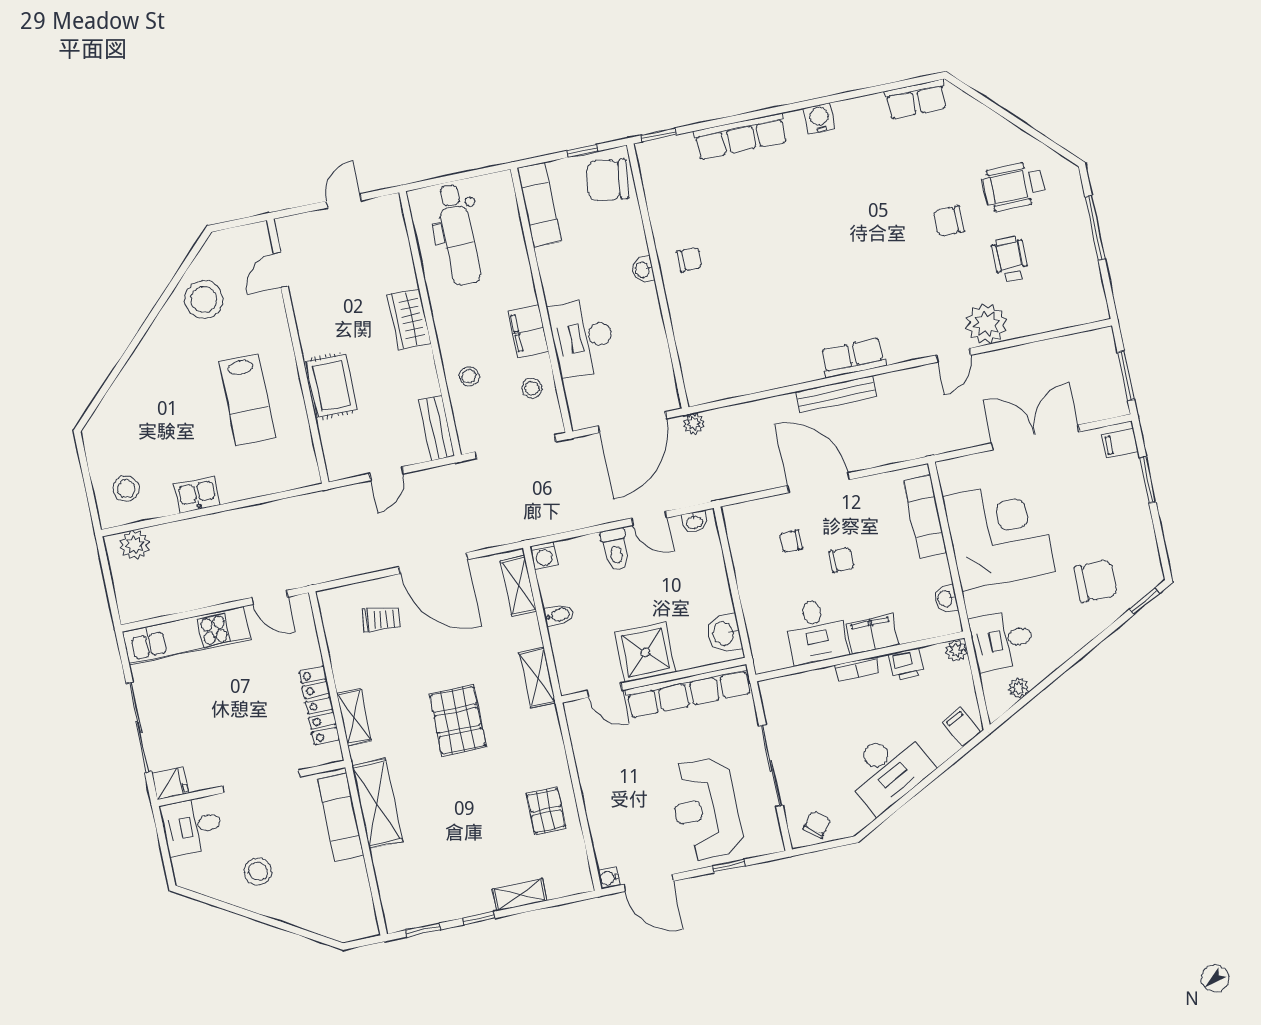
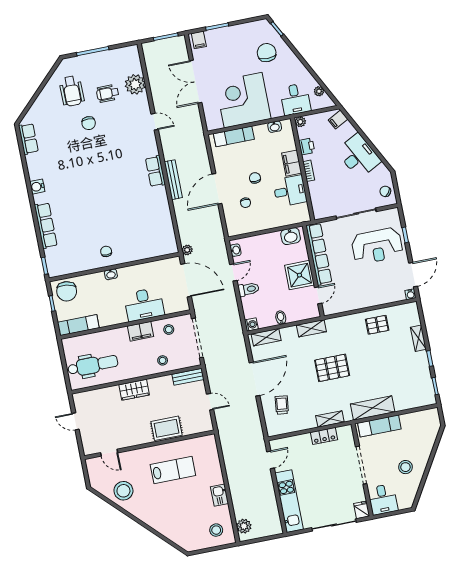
plant: (986, 324) -> (135, 84), moved
locker: (319, 705) -> (324, 436), width x0.66

